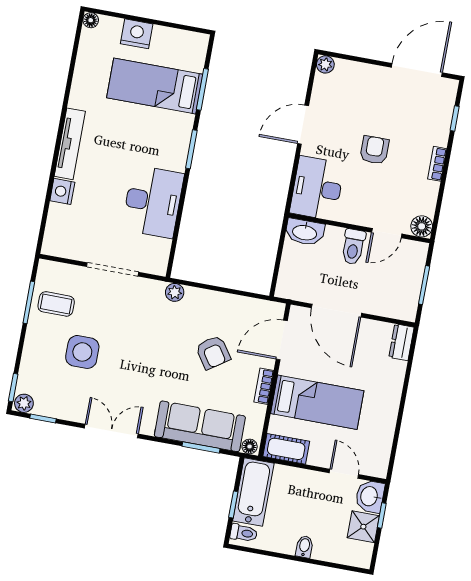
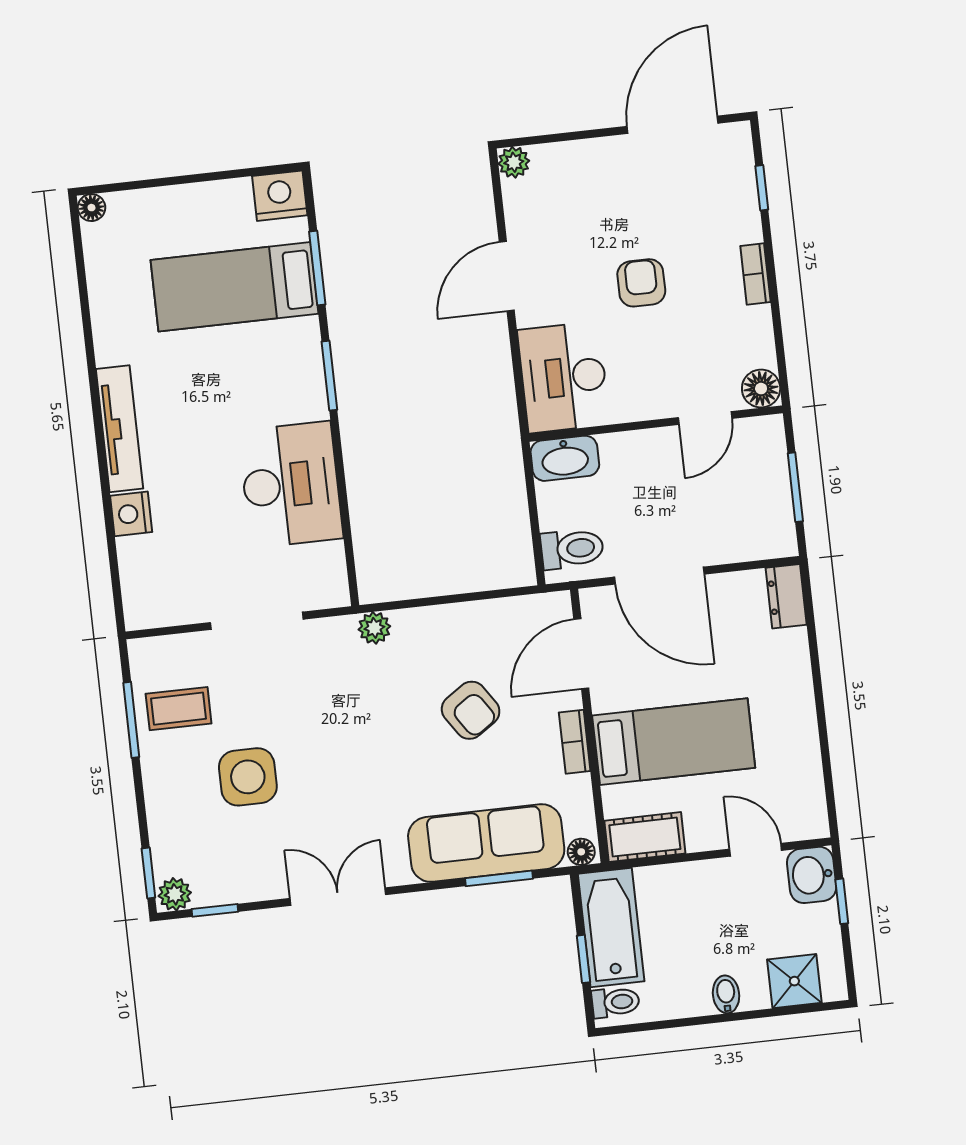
nightstand: (137, 34) -> (280, 196), moved
toilet: (353, 247) -> (572, 549), moved, turned -90
shower: (363, 527) -> (794, 981), moved

